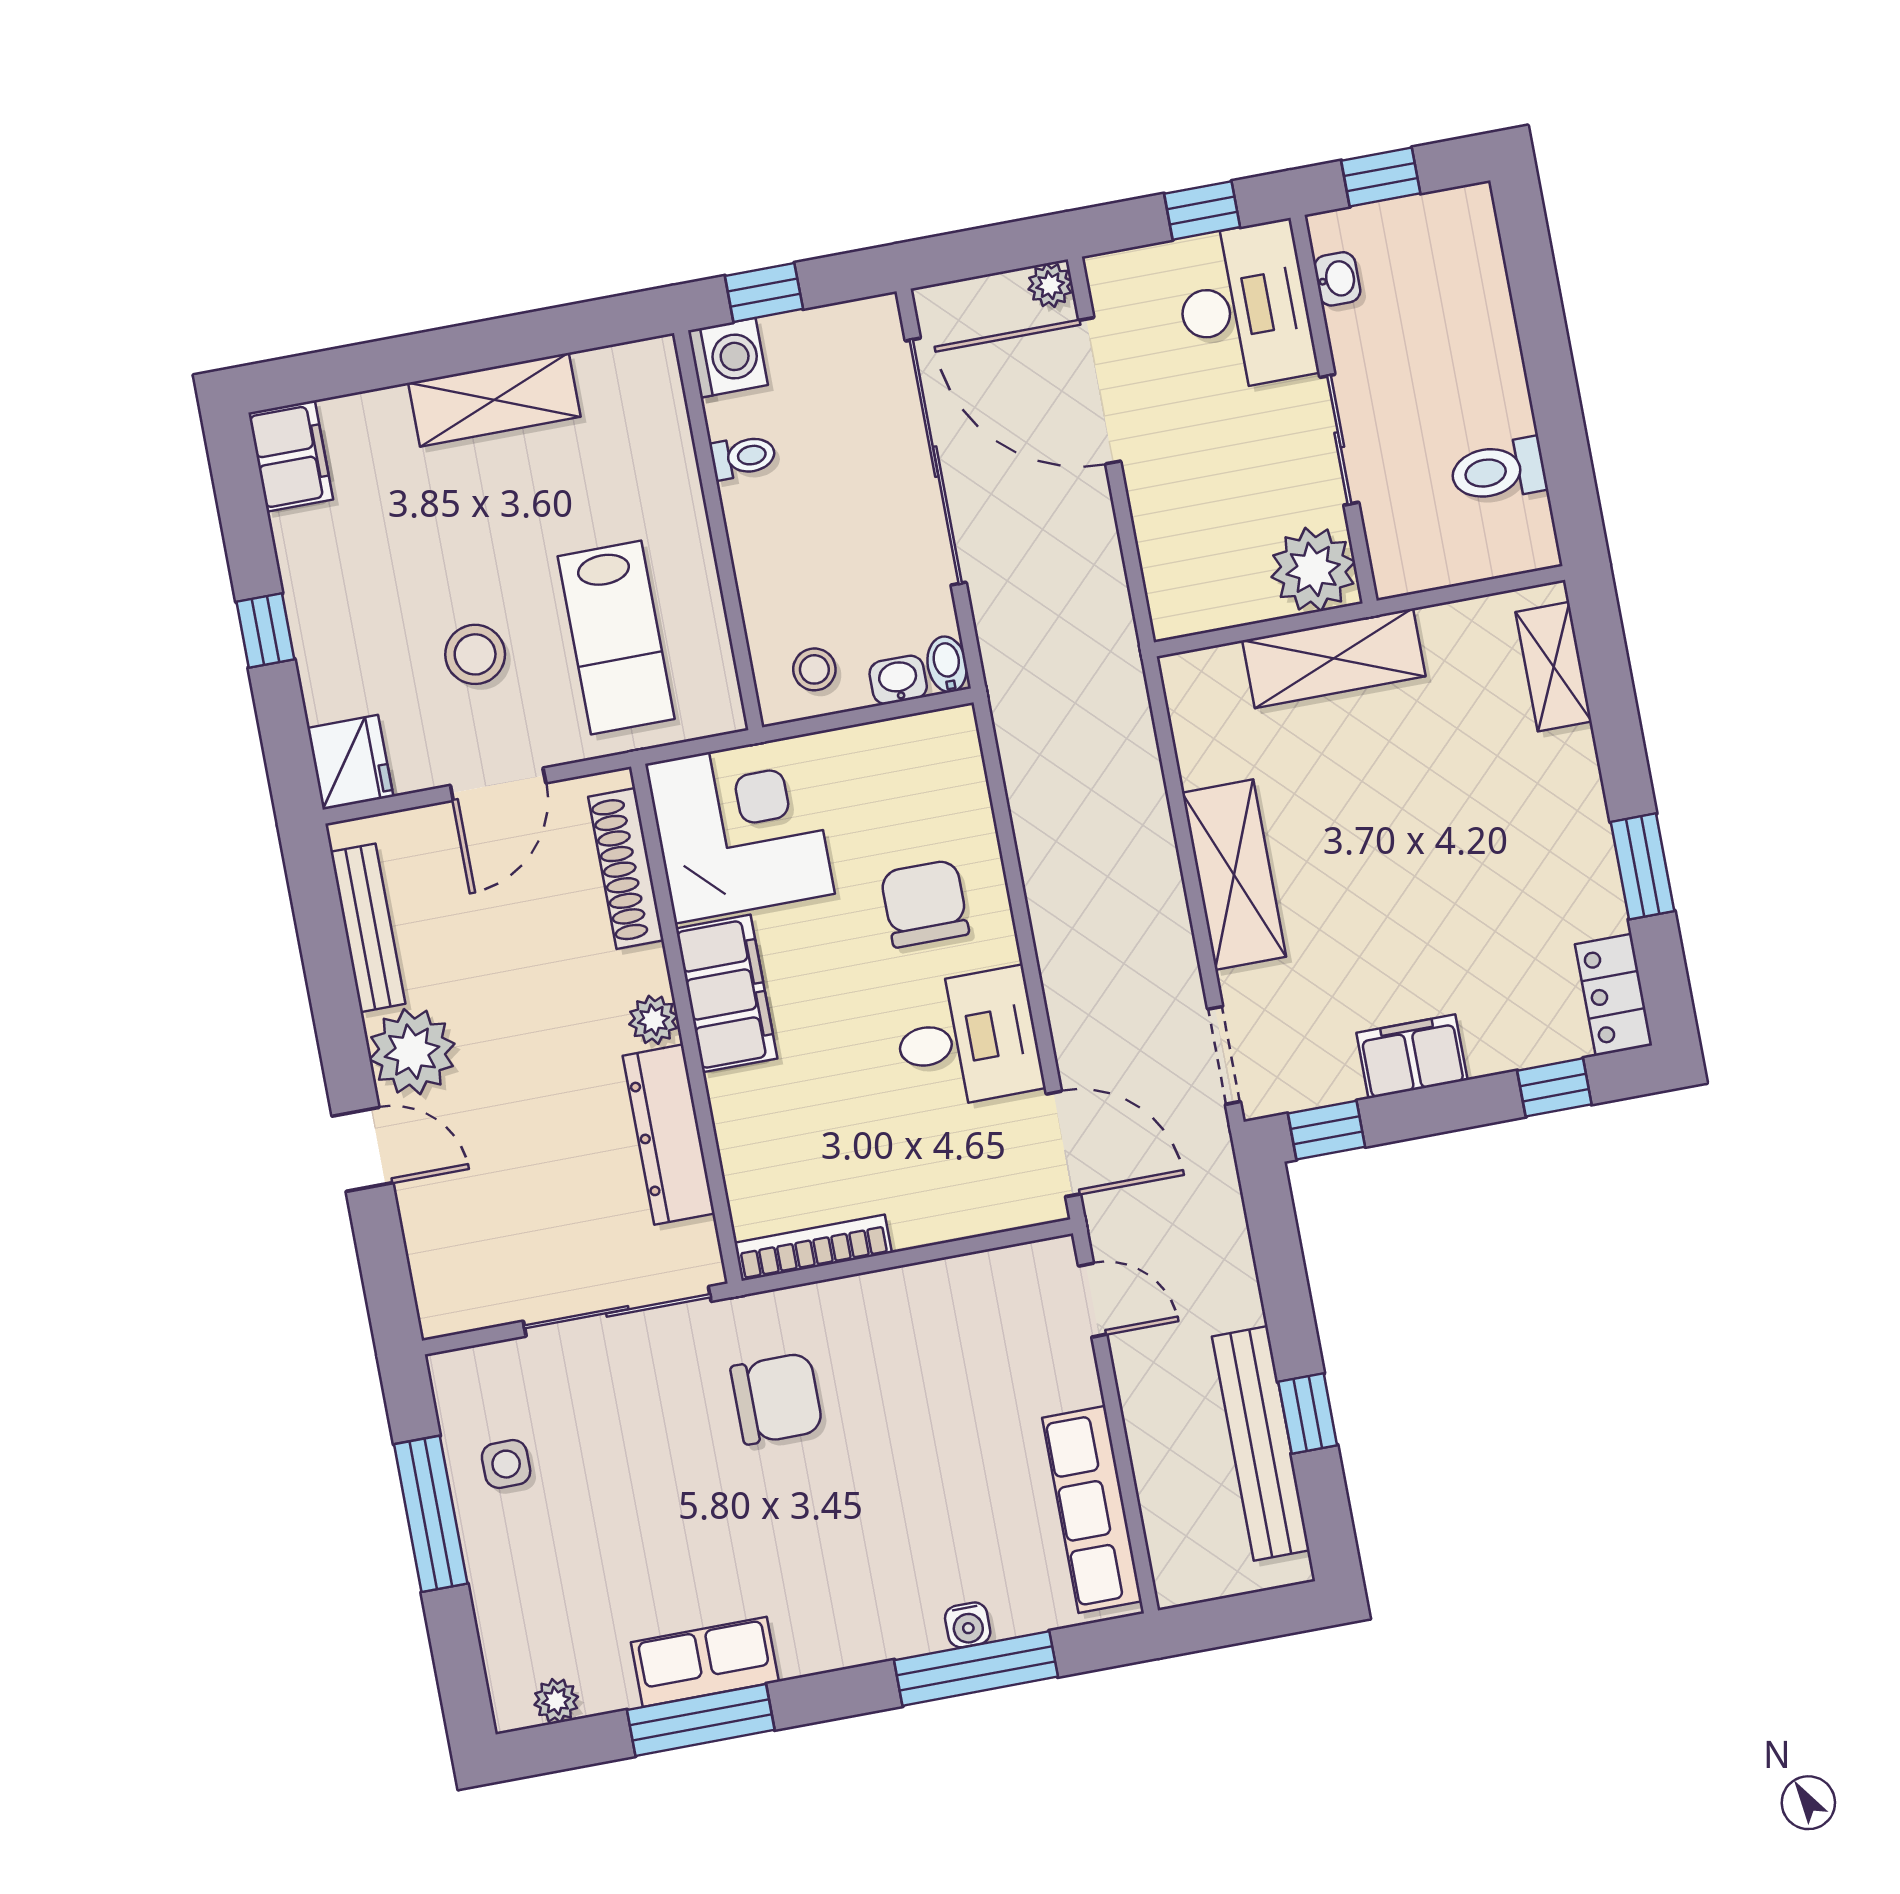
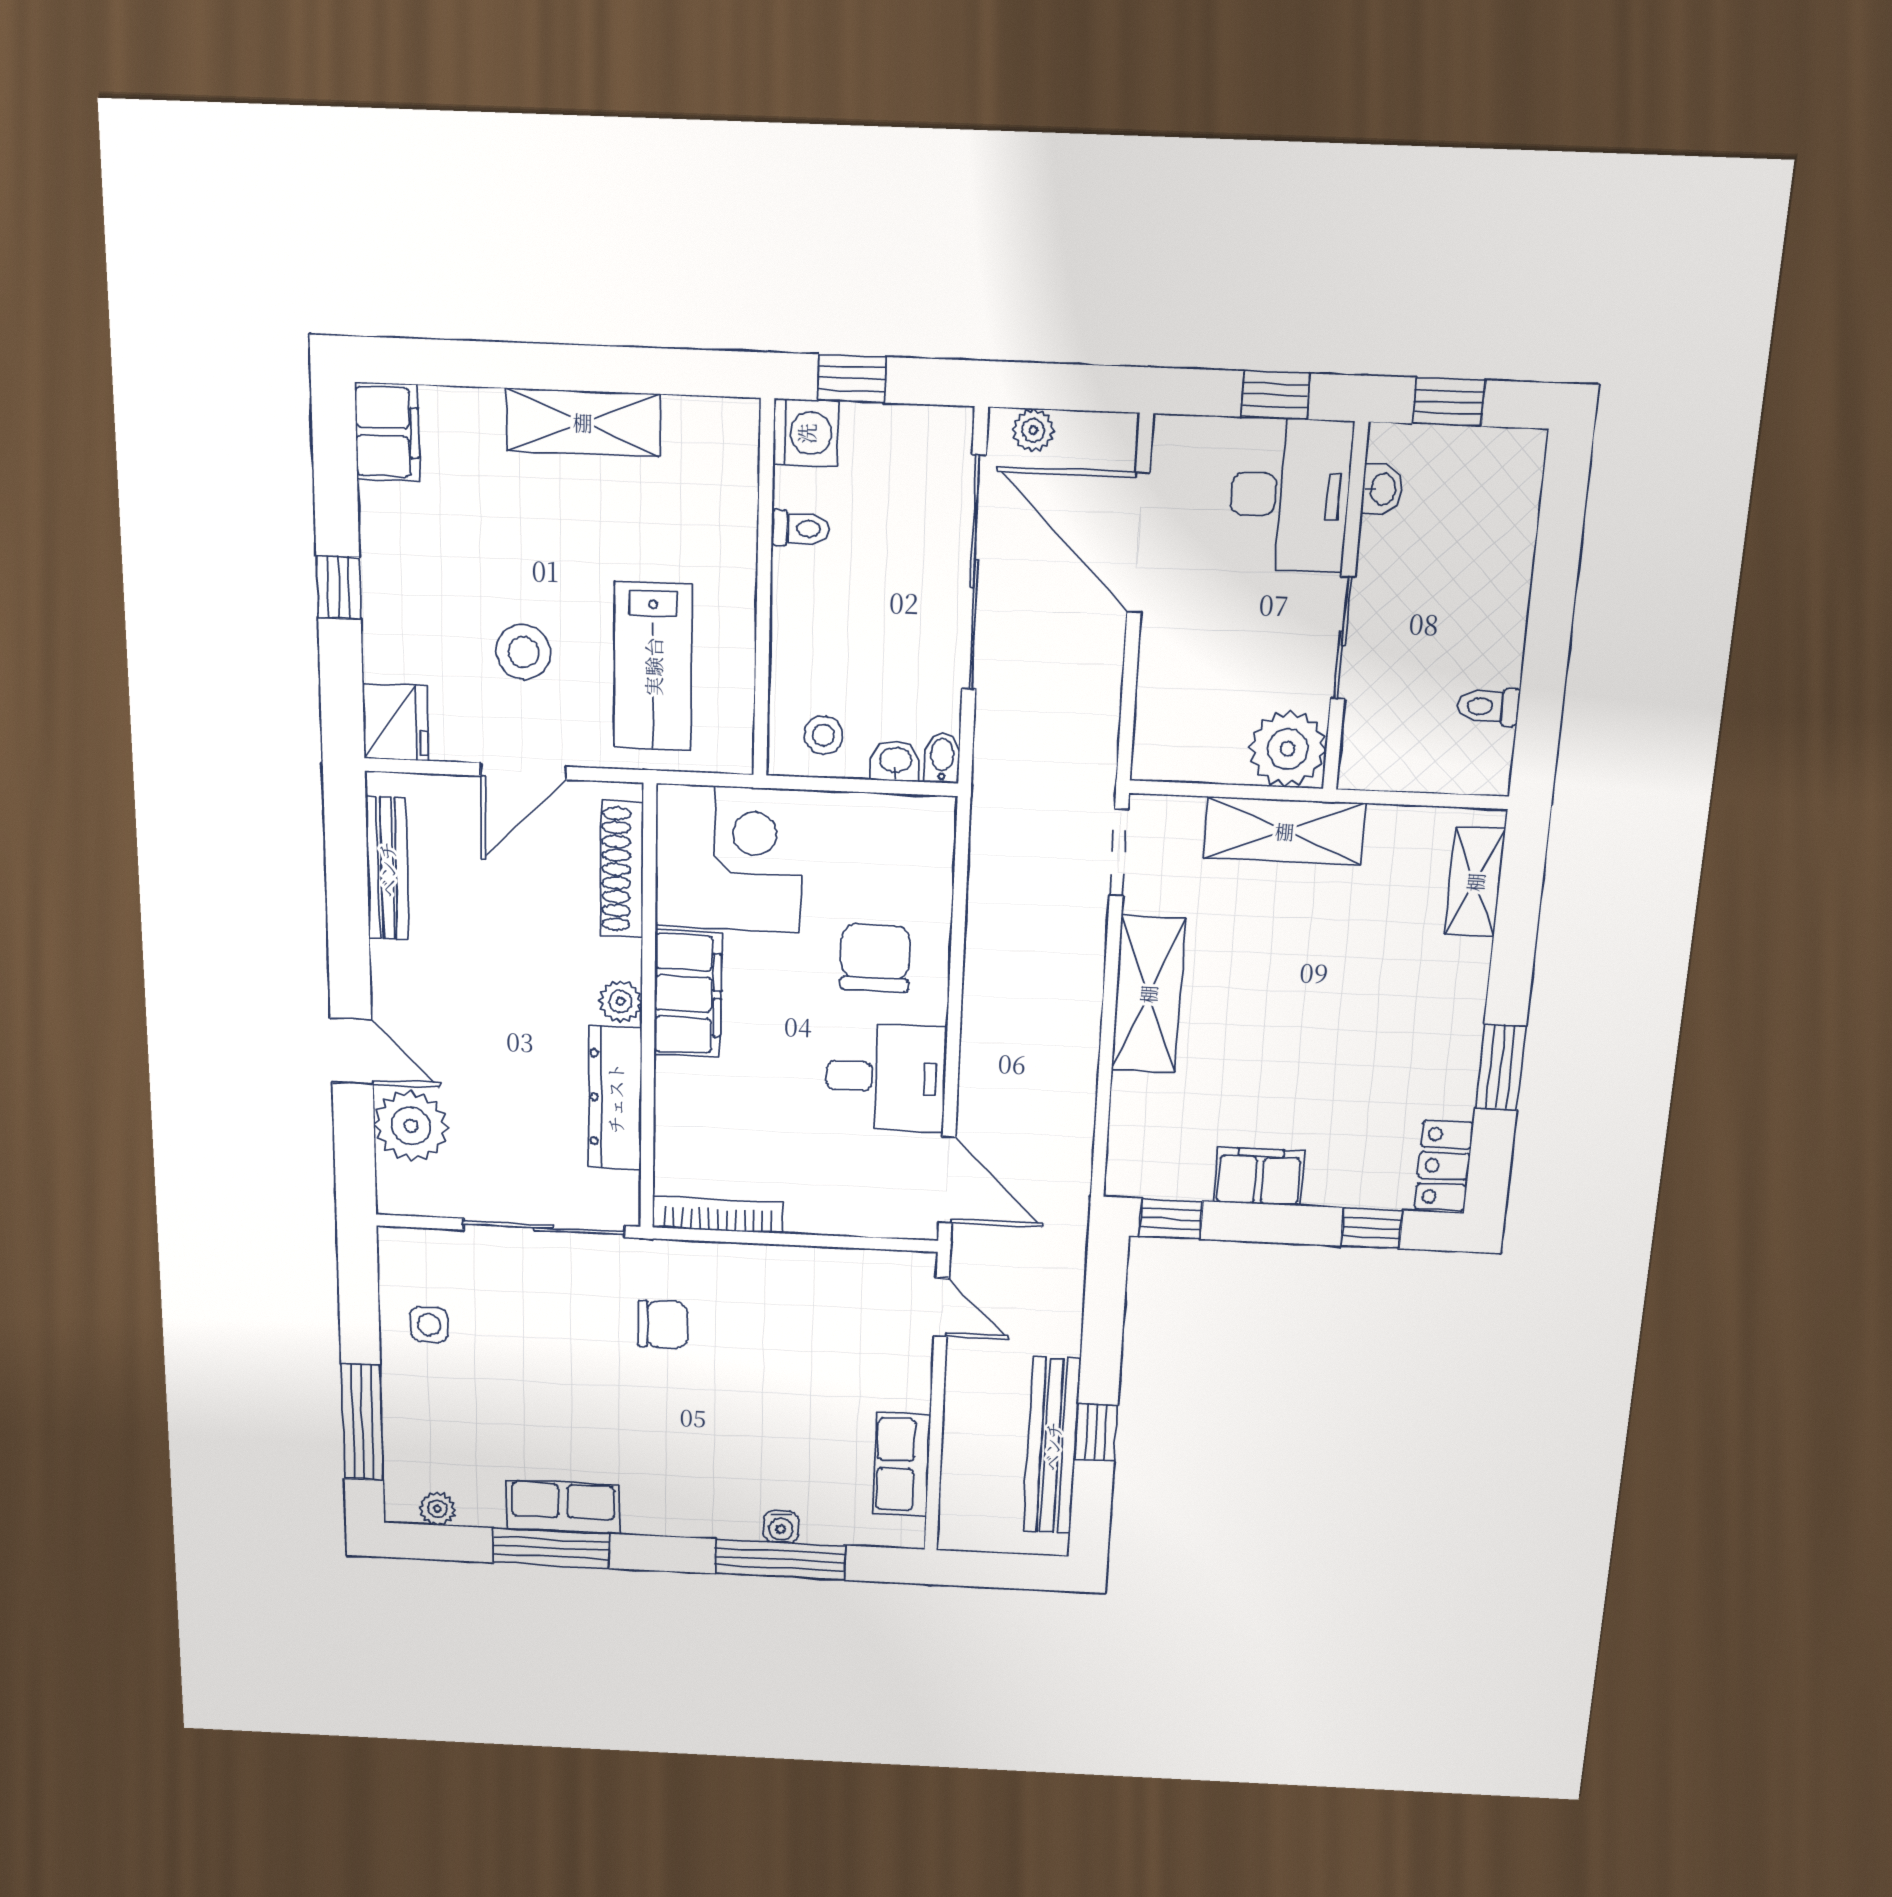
plant: (1050, 285) -> (1033, 430), moved
toilet: (1498, 471) -> (1488, 706), width x0.73, depth x0.72
plant: (412, 1052) -> (411, 1126), moved
doorway: (1224, 1055) -> (1119, 853), moved
chair: (777, 1399) -> (663, 1324), width x0.73, depth x0.73
row of seats: (1092, 1509) -> (902, 1465), width x0.68
window: (431, 1514) -> (362, 1422), moved

